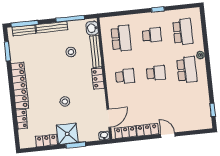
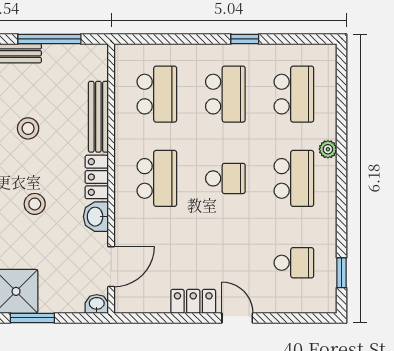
washbasin: (92, 28) -> (96, 217), moved
school desk: (152, 35) -> (225, 94), width x1.85
stool: (71, 52) -> (28, 128), moved
school desk: (125, 76) -> (157, 178), width x1.85
stool: (65, 102) -> (35, 204), moved
school desk: (191, 108) -> (294, 263), added
locker: (125, 132) -> (144, 301), removed

